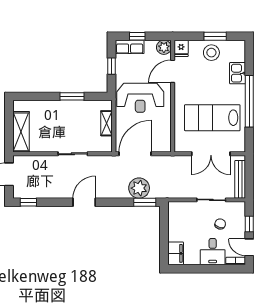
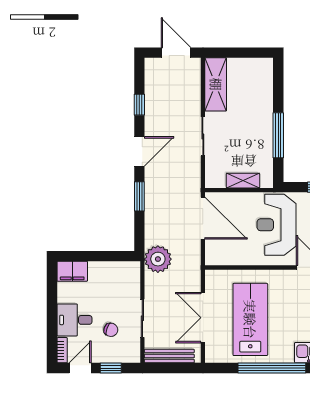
window: (72, 96) -> (278, 135), width x1.44
shelving: (21, 132) -> (216, 84), moved, turned 90
plant: (139, 188) -> (158, 259), moved
window: (28, 202) -> (139, 105), moved
door: (84, 202) -> (139, 151), hinge flipped
window: (145, 202) -> (139, 196), moved

